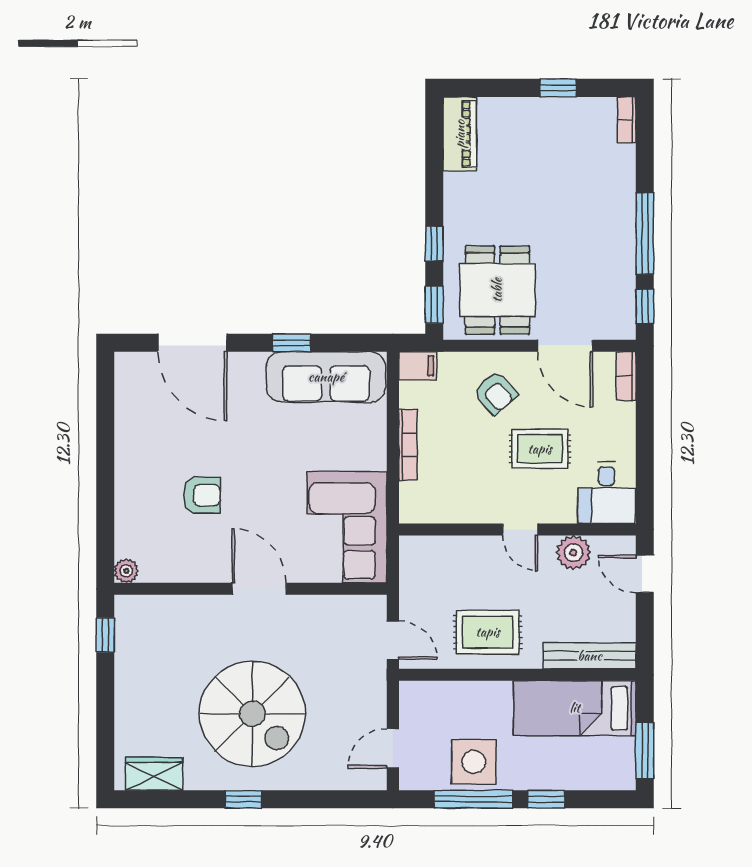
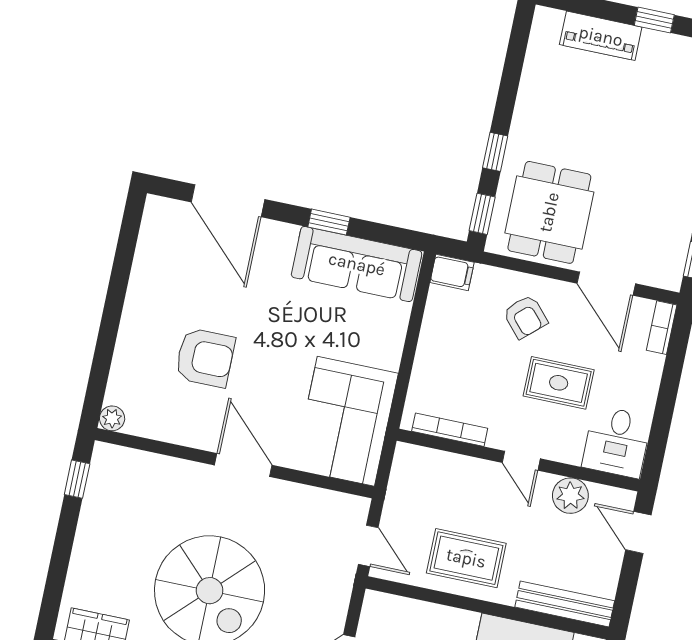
piano: (460, 134) -> (601, 36), moved, turned 90
bookcase: (408, 445) -> (450, 430), moved, turned -90
armchair: (202, 495) -> (205, 358), width x1.38, depth x1.38

